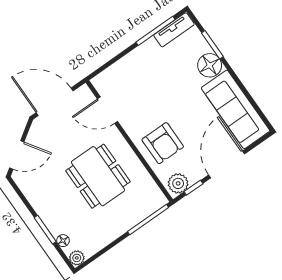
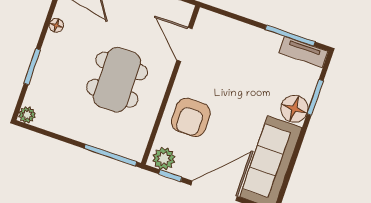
floor lamp: (63, 241) -> (56, 25), moved

